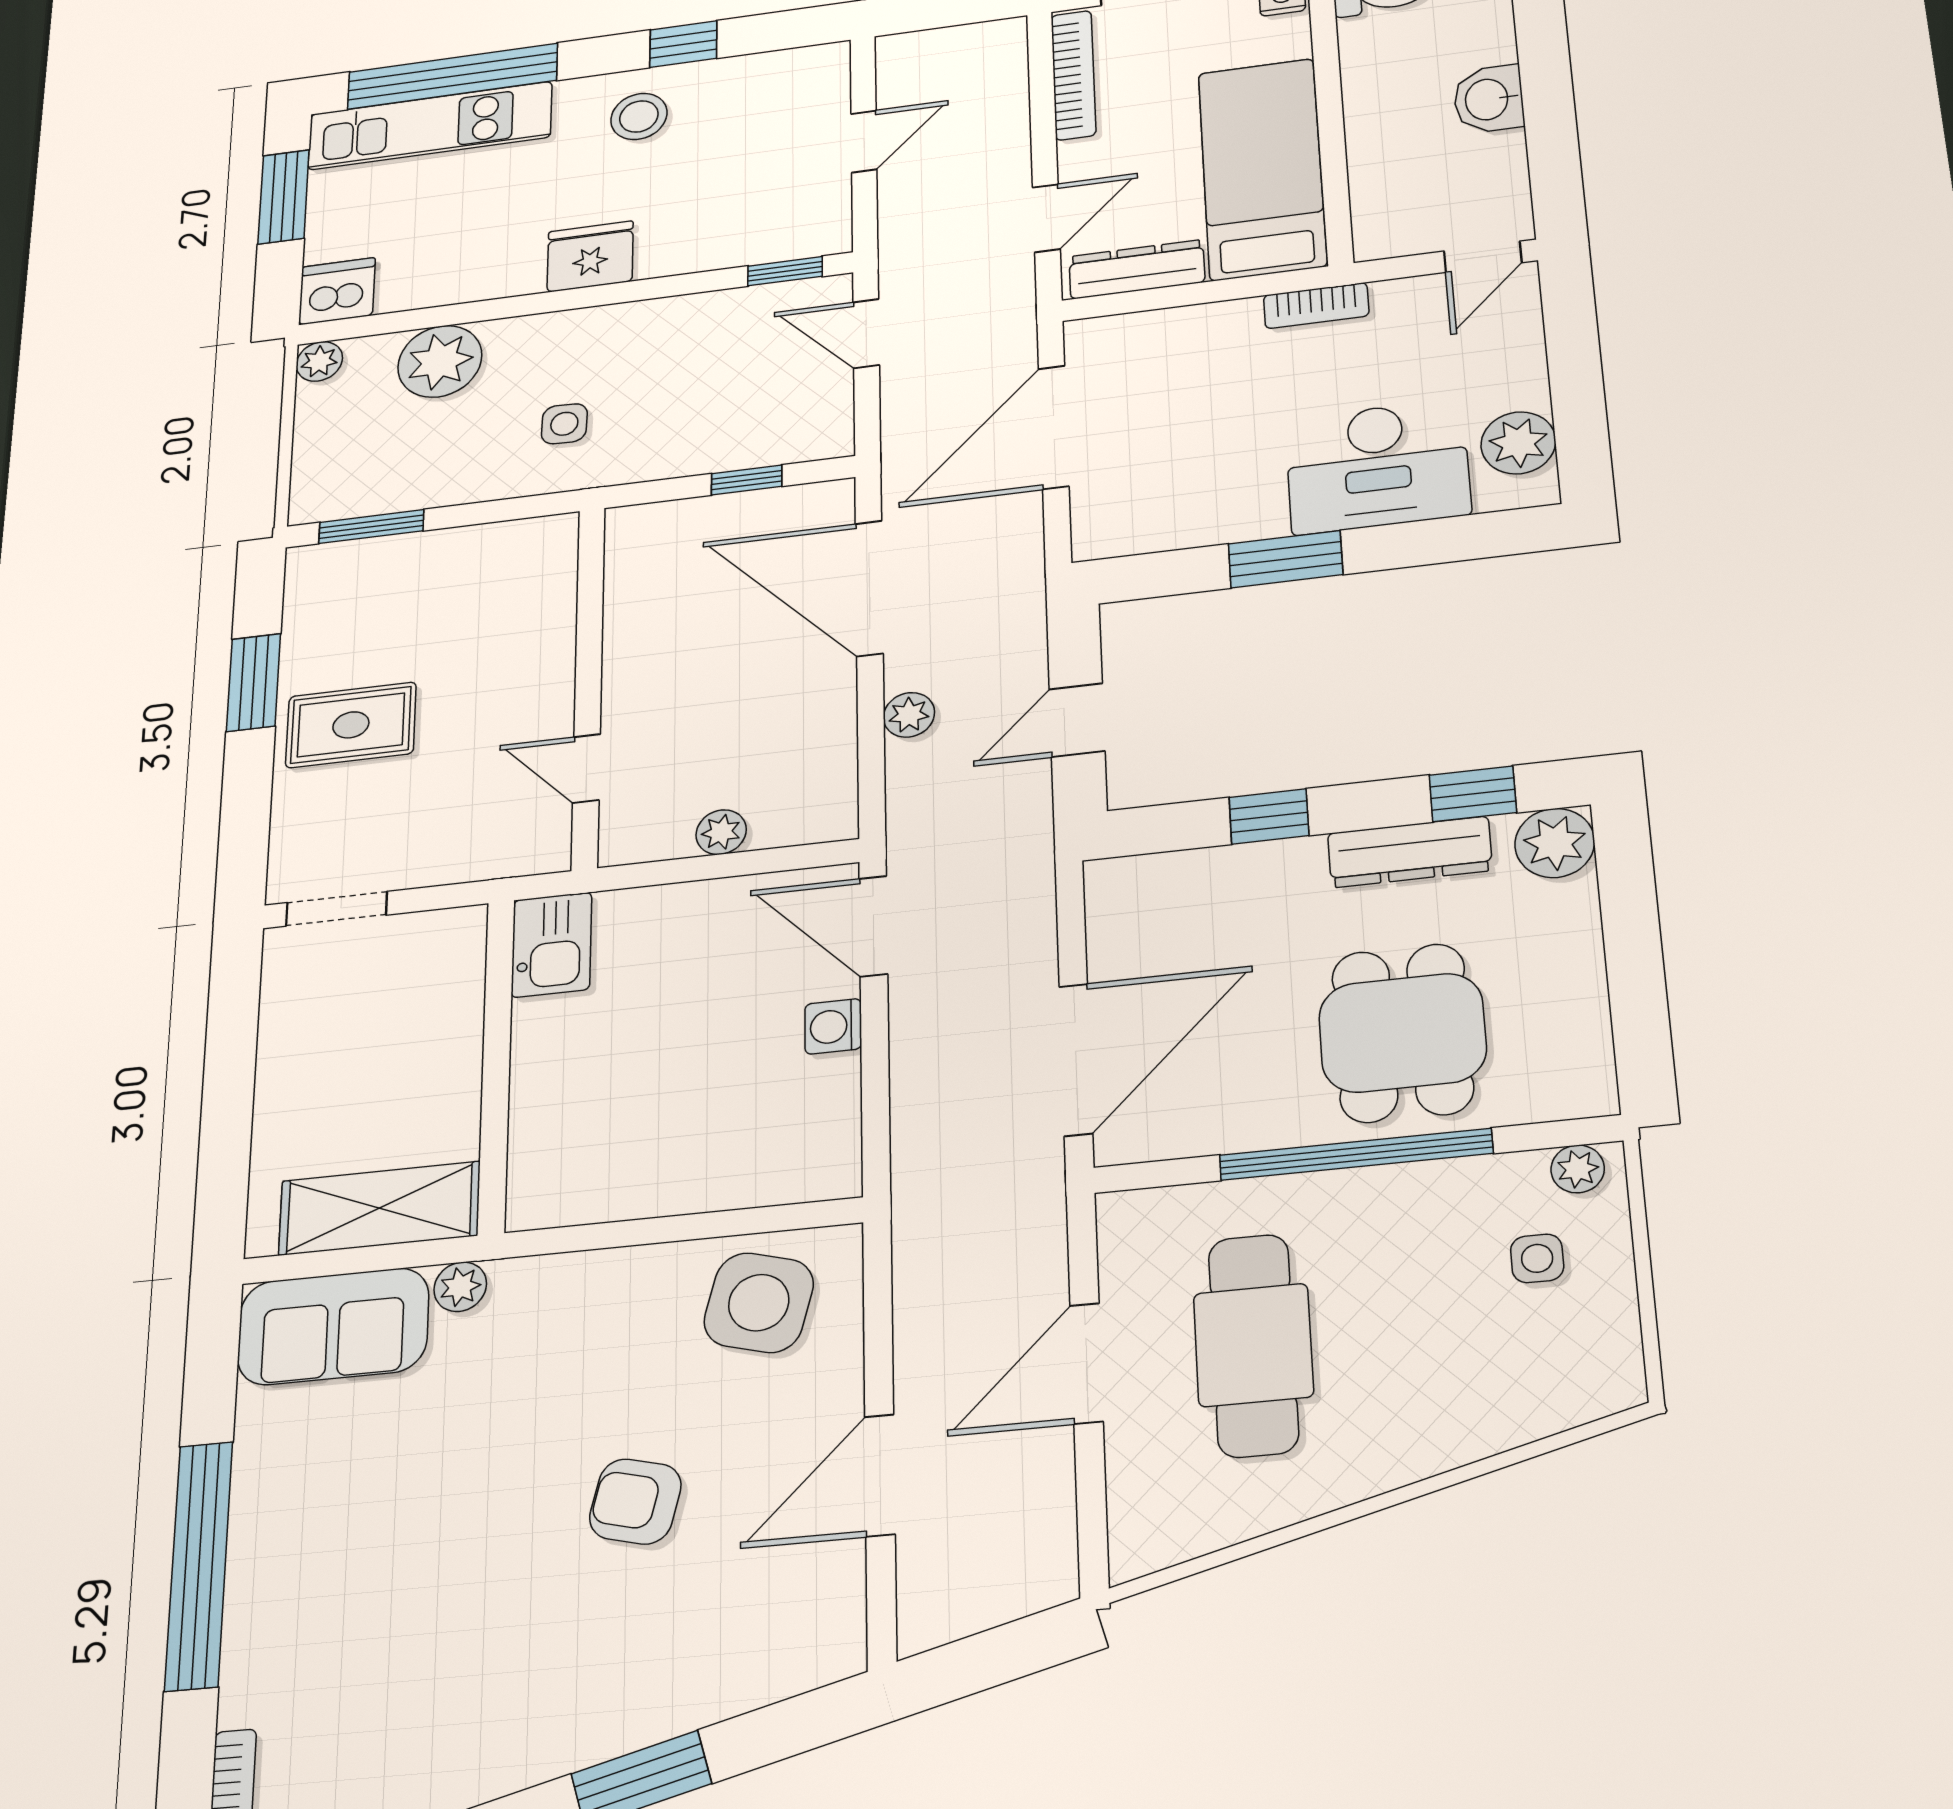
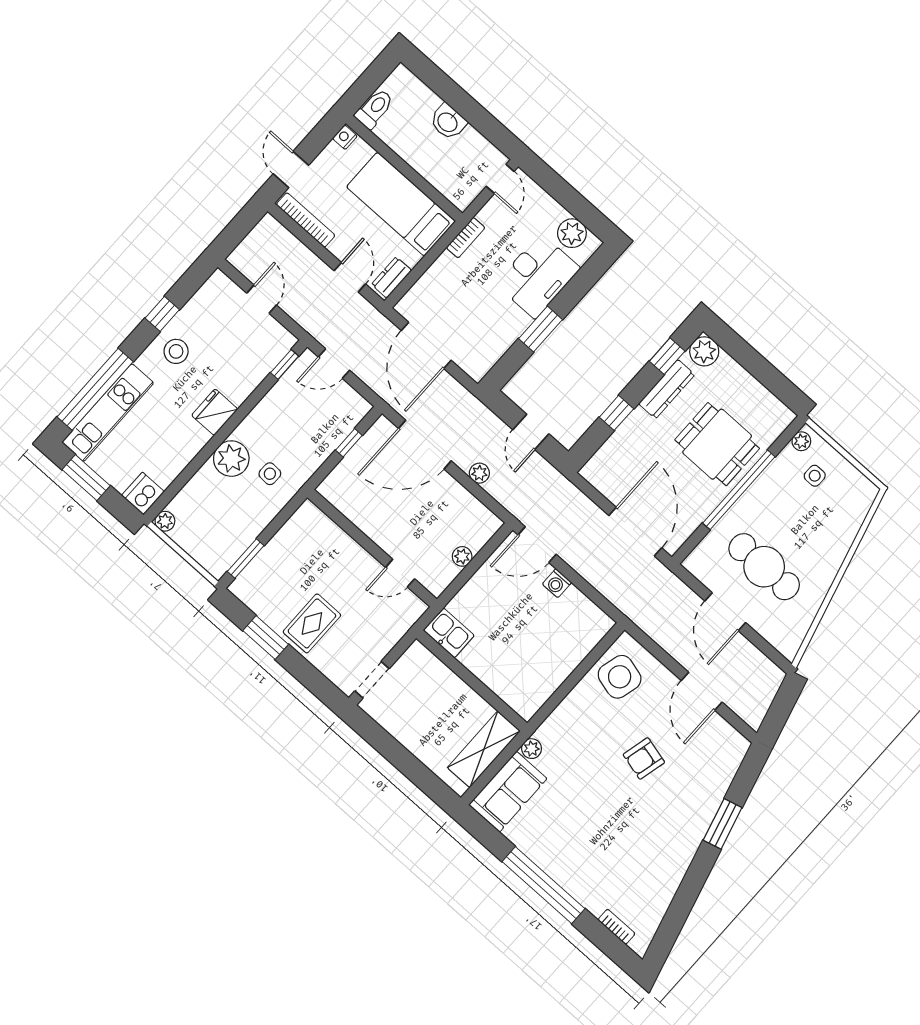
dresser: (1137, 269) -> (392, 277), width x0.70
plant: (440, 361) -> (231, 459), moved

